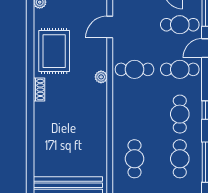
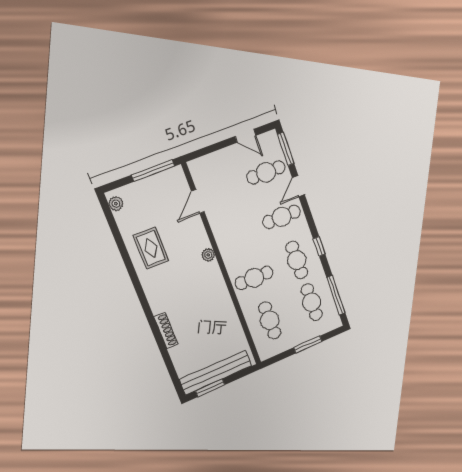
rug: (54, 51) -> (151, 248), width x0.73, depth x0.70
cafe table: (134, 69) -> (254, 278), moved
shoe rack: (39, 90) -> (166, 330), moved, width x1.43

